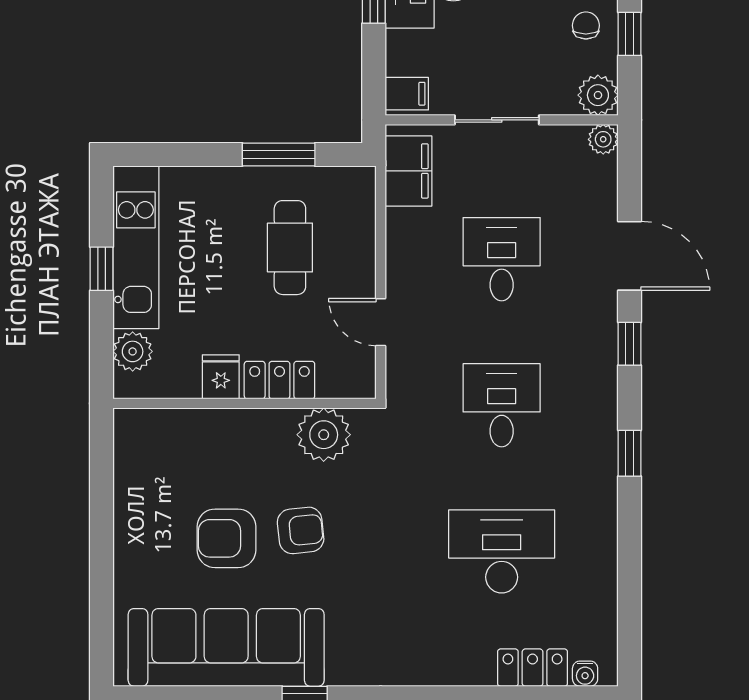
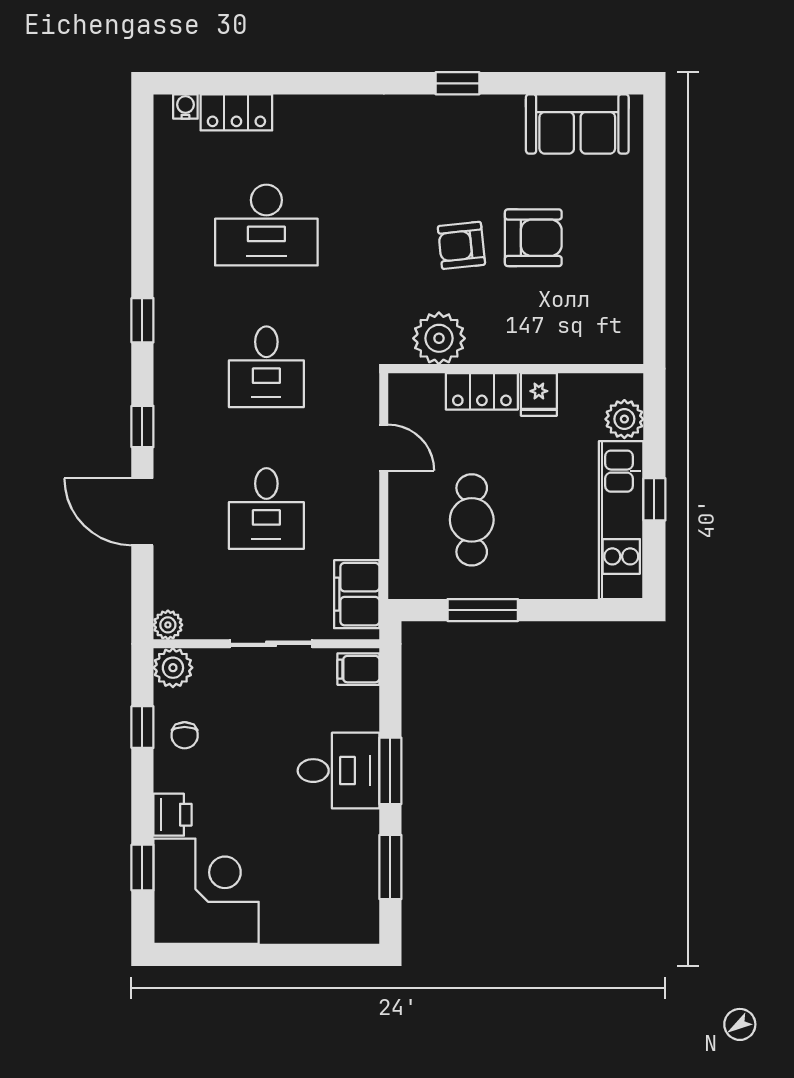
sofa: (226, 647) -> (577, 124), width x0.54, depth x0.79

